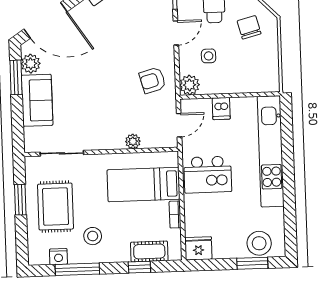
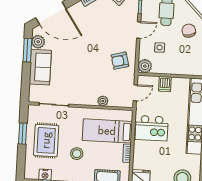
stool: (93, 236) -> (77, 154), moved

